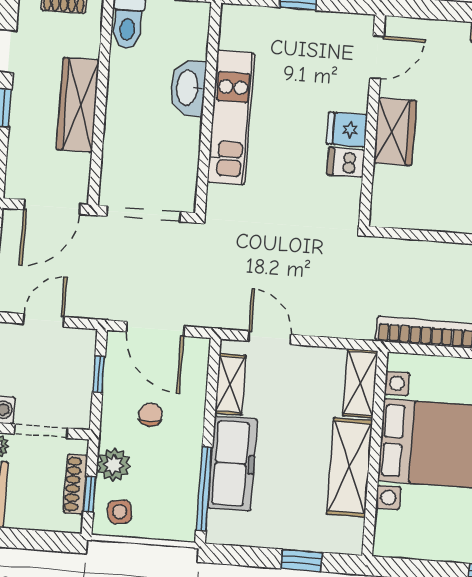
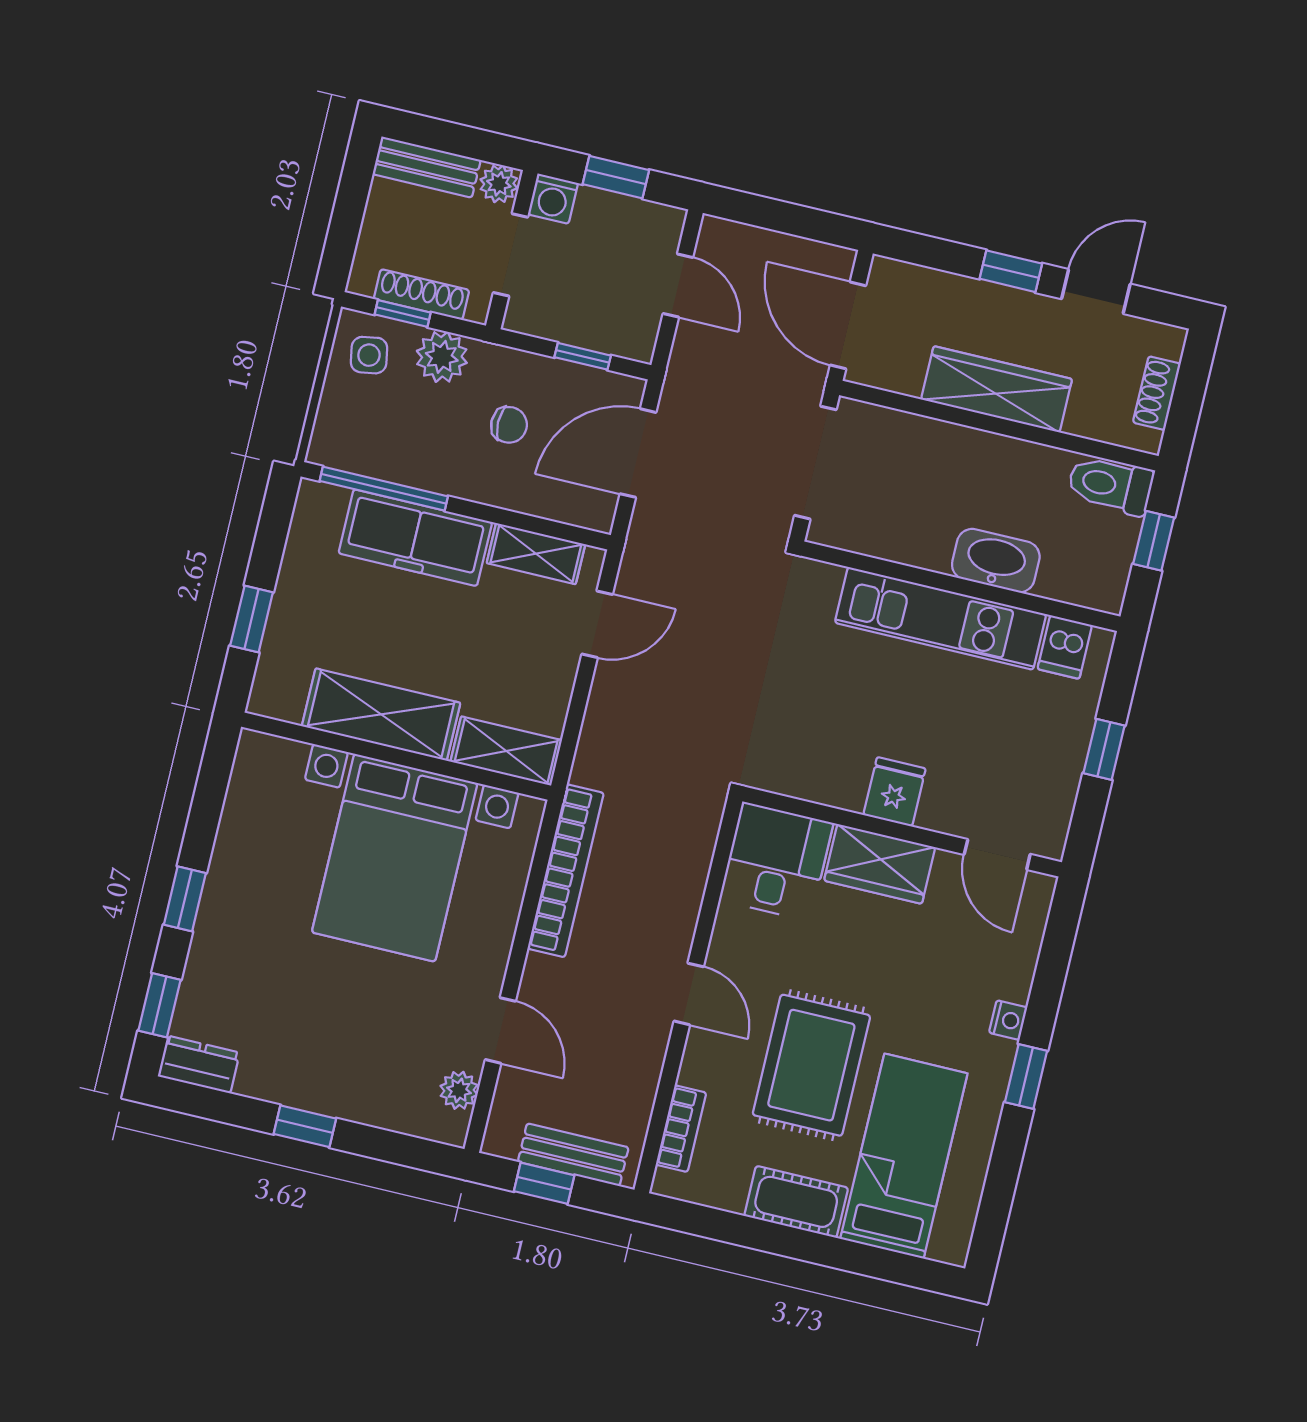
dishwasher: (346, 162) -> (1065, 647), moved, turned 180
desk: (404, 198) -> (776, 861), added

